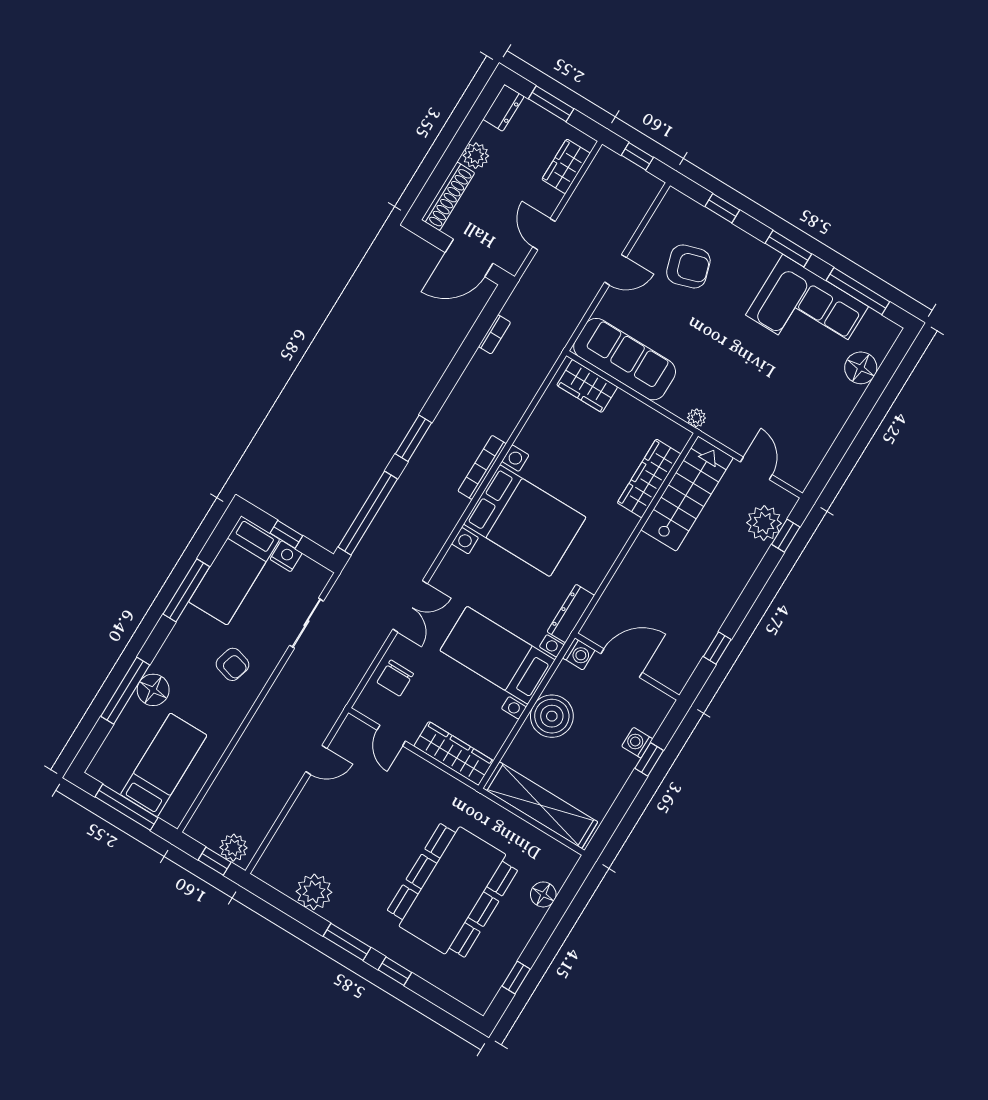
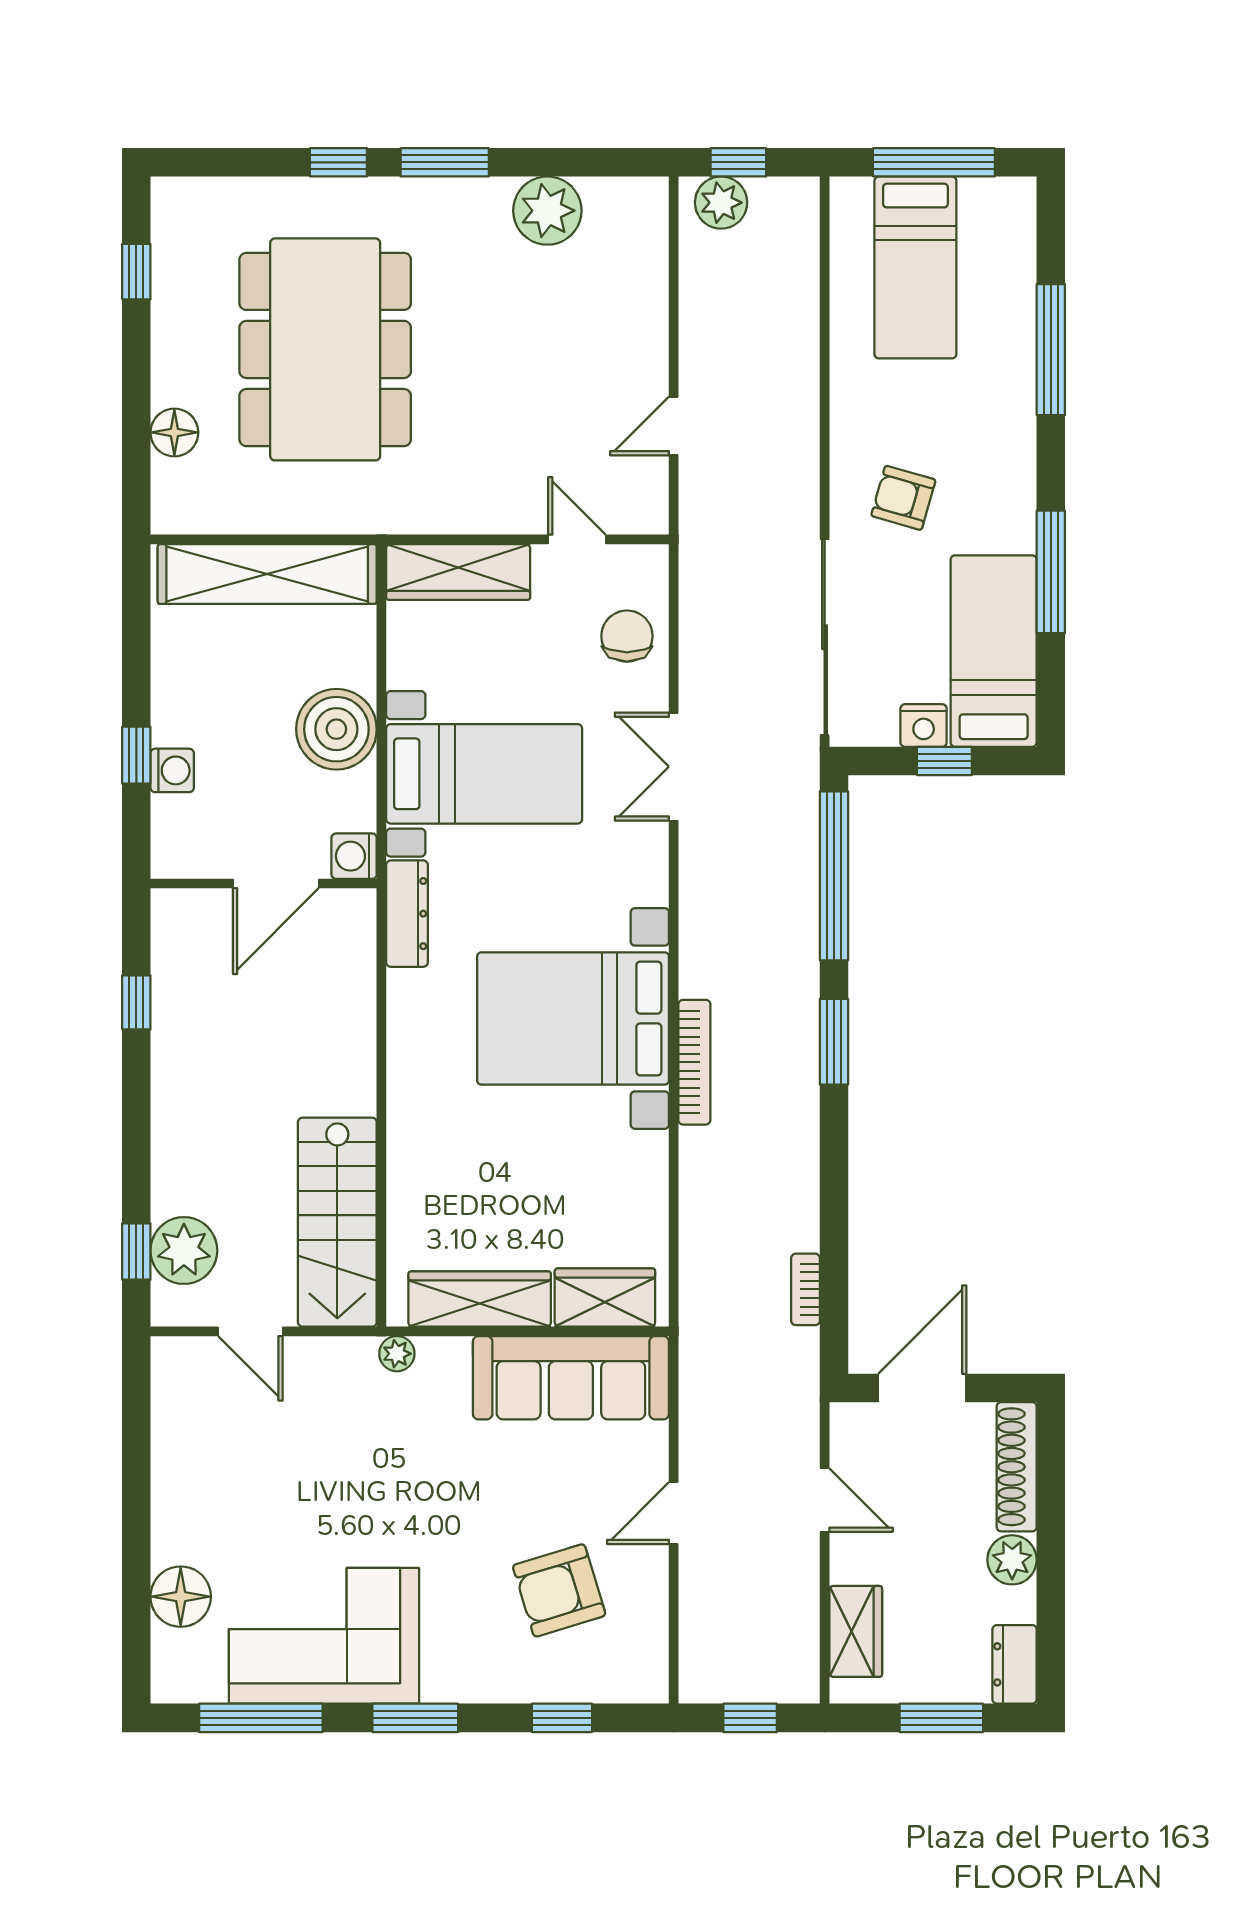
wardrobe: (649, 478) -> (480, 1299), moved, turned -90
sliding door: (306, 623) -> (825, 637), width x1.86
floor lamp: (153, 690) -> (1007, 378), removed

